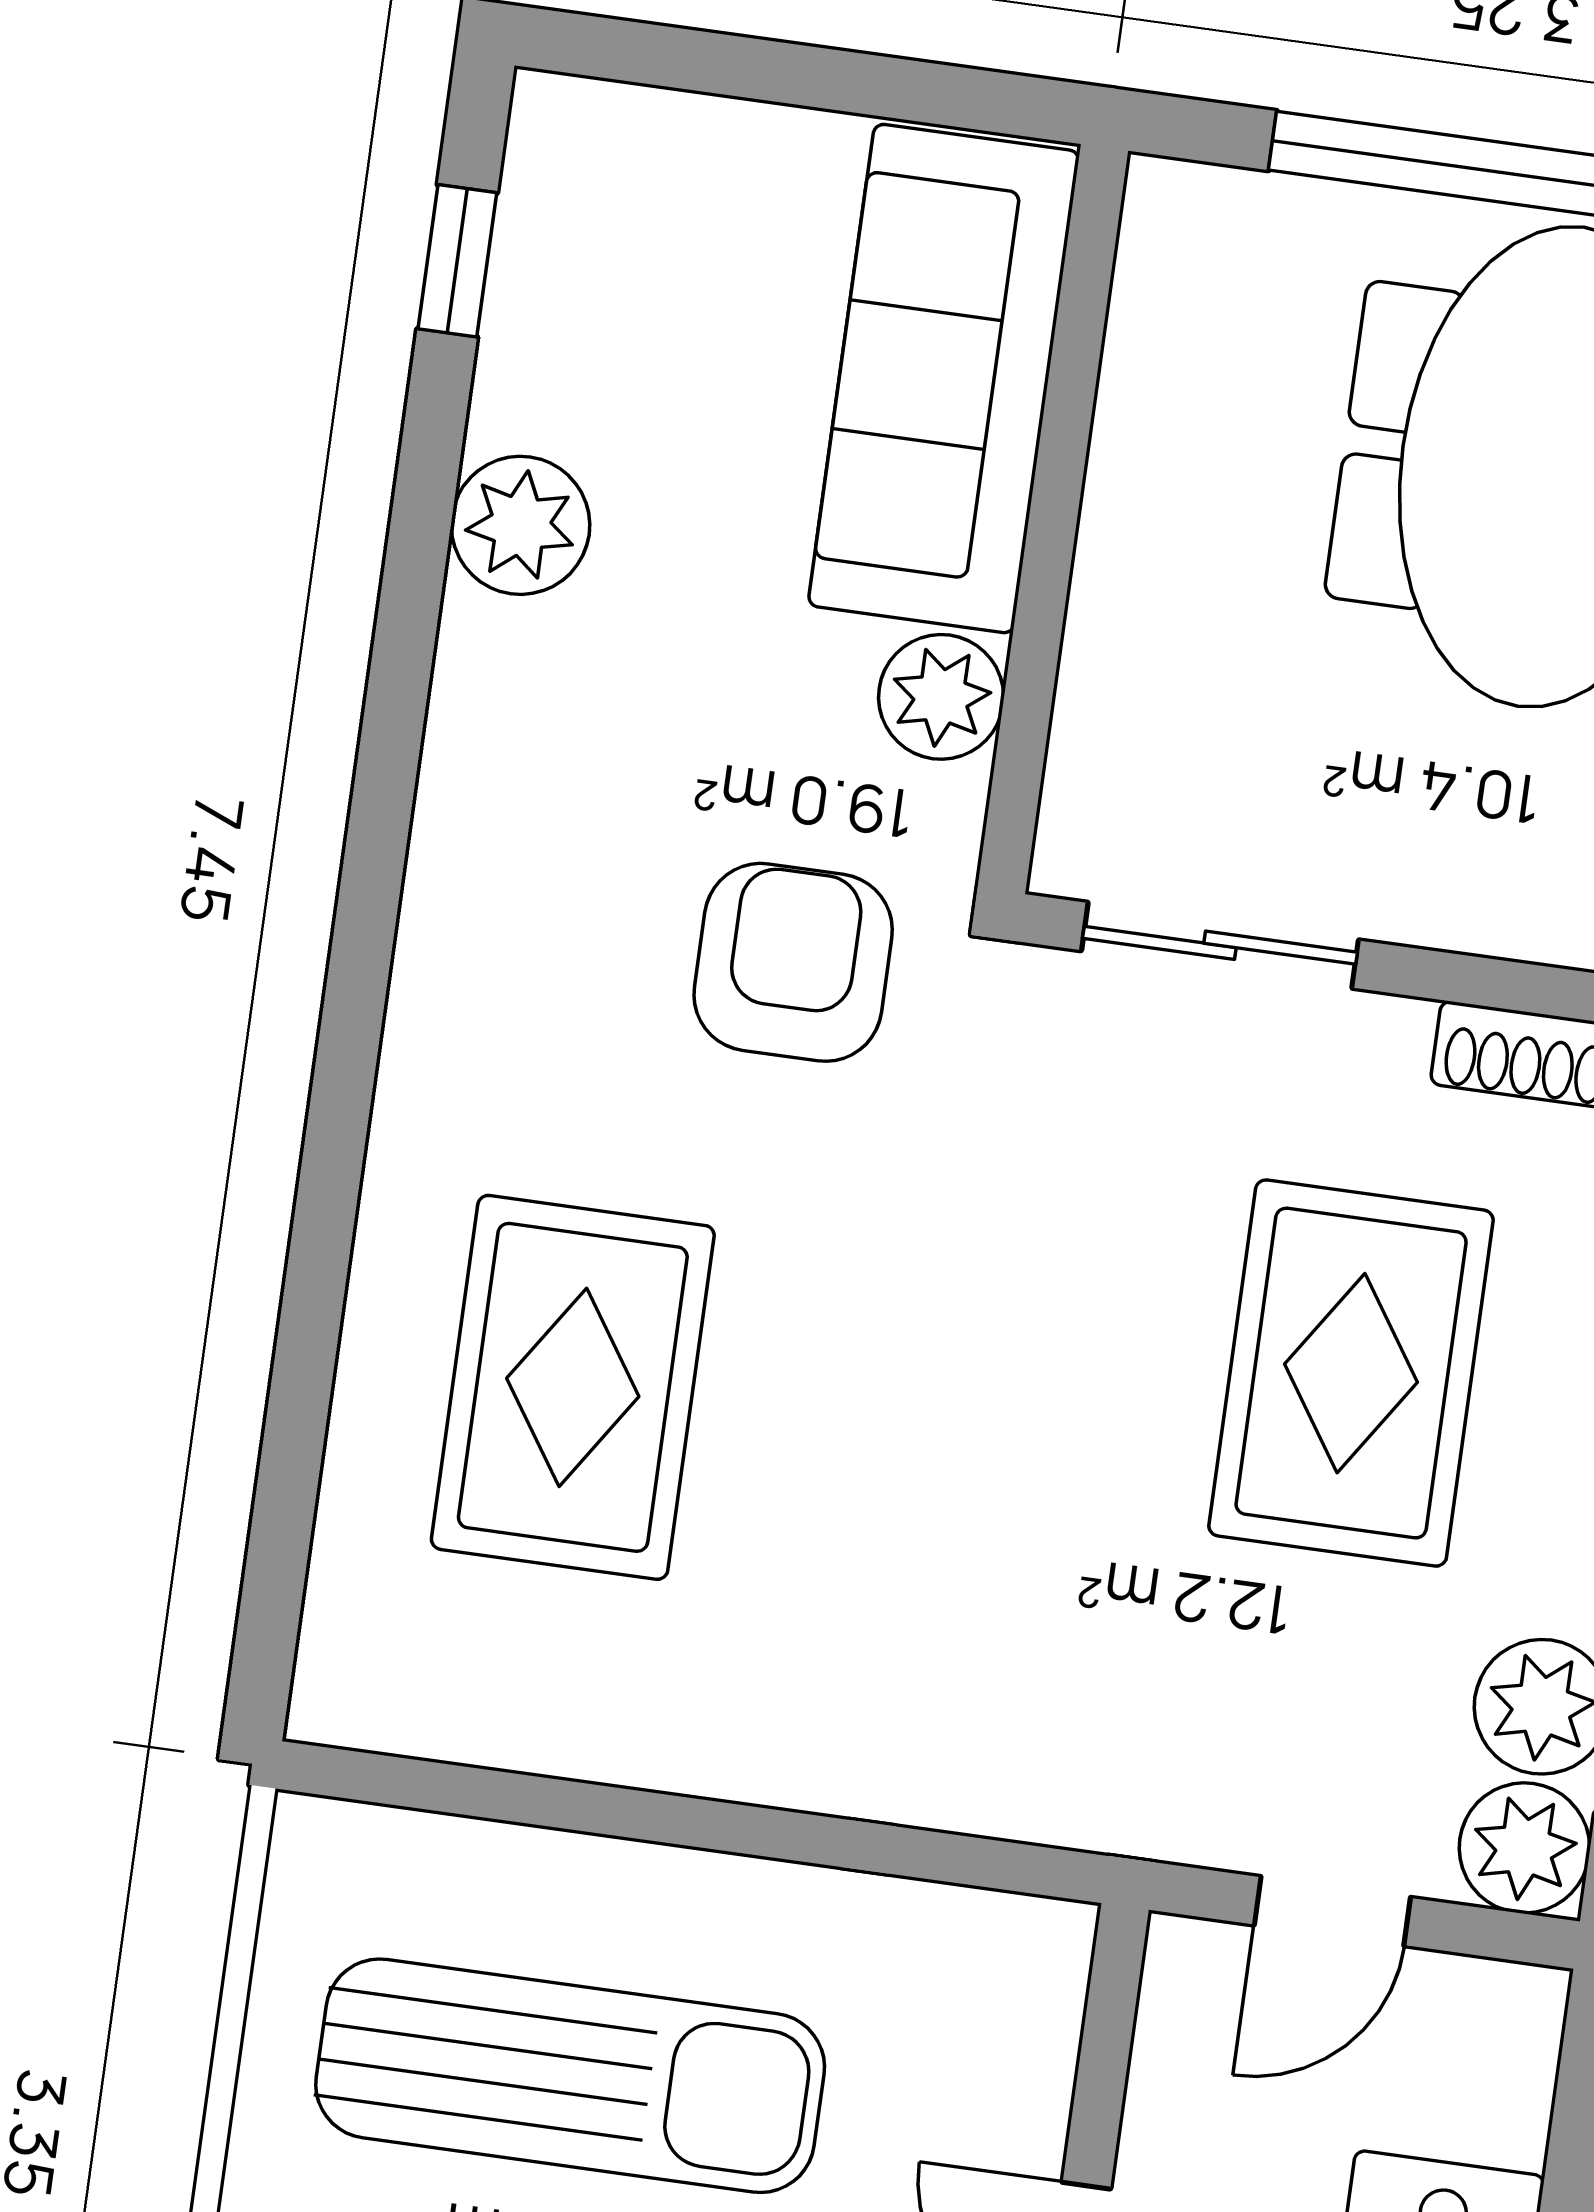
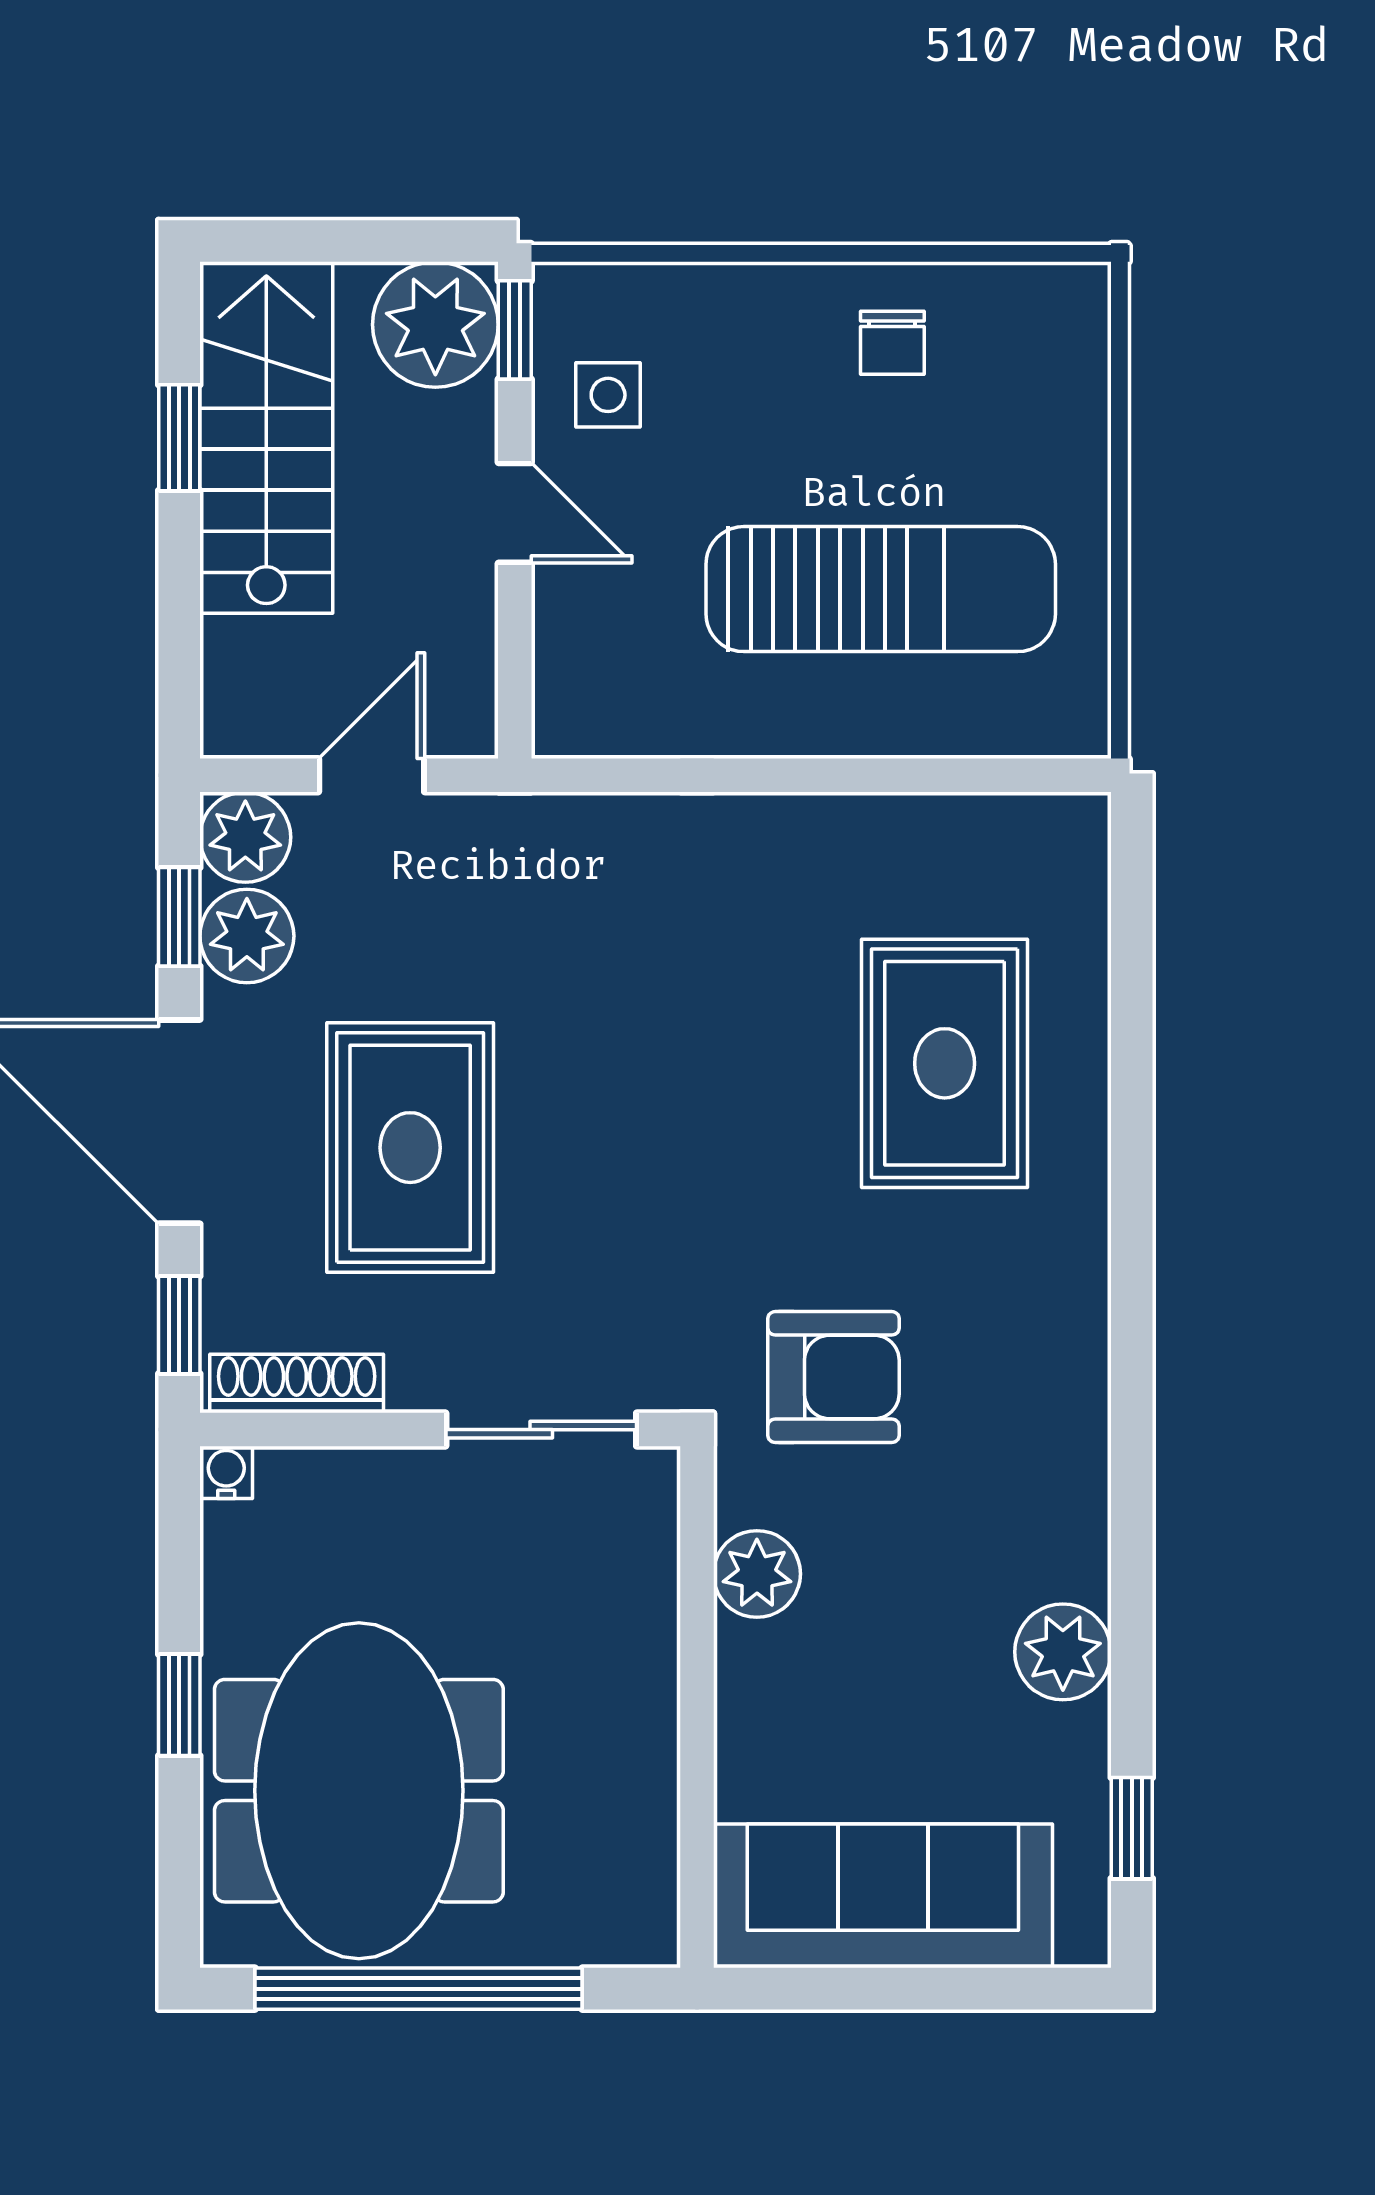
sofa: (944, 379) -> (883, 1896), moved, turned -90
armchair: (793, 962) -> (833, 1377), turned -90
sun lounger: (570, 2076) -> (881, 589), turned 180

